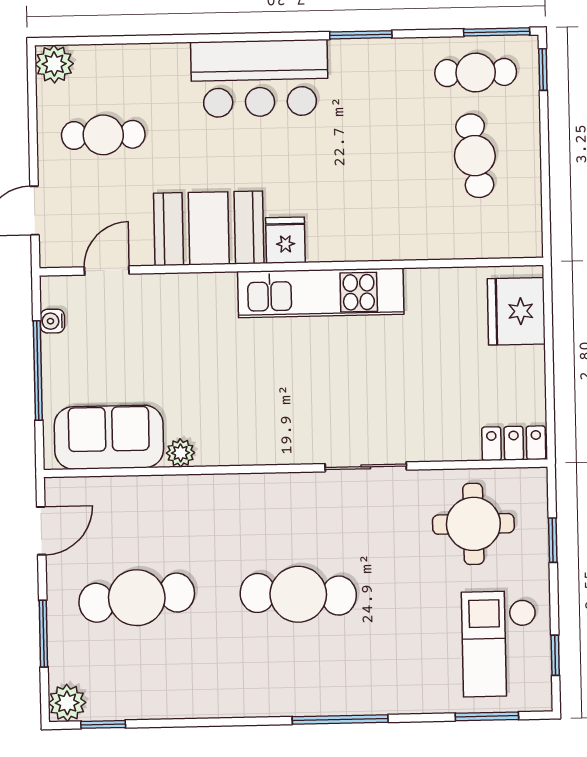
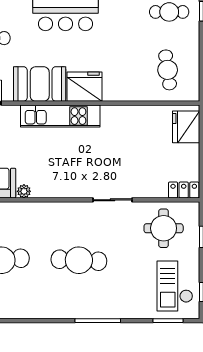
cafe table: (475, 156) -> (168, 70), moved
fridge: (285, 240) -> (85, 87), width x1.88, depth x1.34
kitchen unit: (321, 293) -> (60, 116), moved

